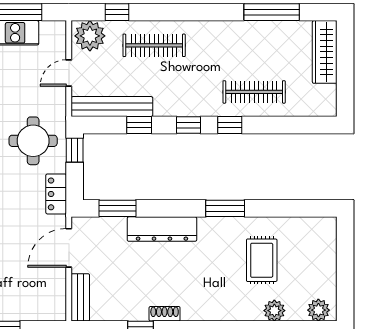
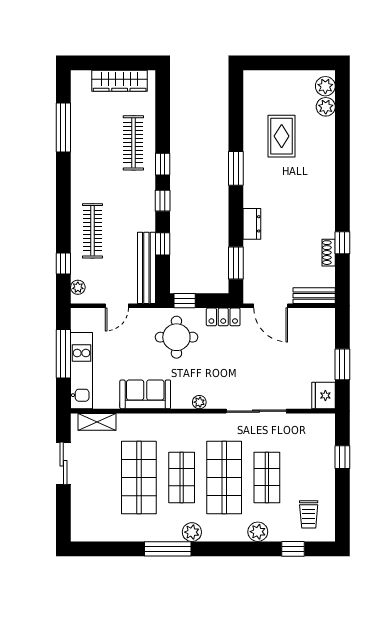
plant: (90, 36) -> (78, 287), width x0.53, depth x0.53
wardrobe: (325, 52) -> (120, 81), moved
door: (69, 73) -> (117, 306), hinge flipped
dresser: (162, 229) -> (252, 224), width x0.51, depth x0.80
rug: (262, 260) -> (282, 136), turned 90
plant: (274, 311) -> (326, 107), moved
shoe rack: (165, 314) -> (329, 253), moved

